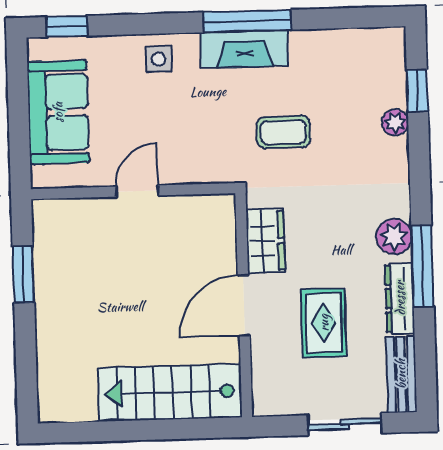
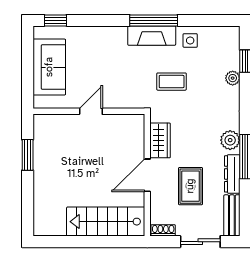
side table: (159, 59) -> (190, 40), moved
shoe rack: (276, 406) -> (163, 230), added

